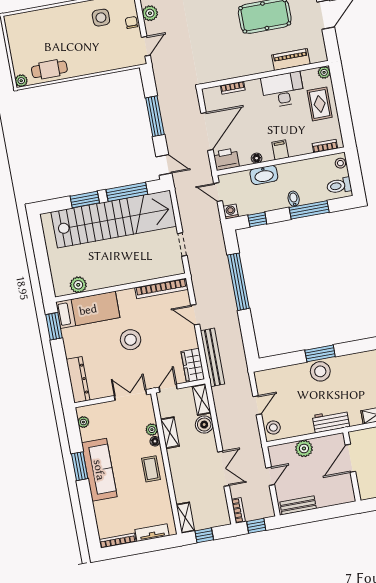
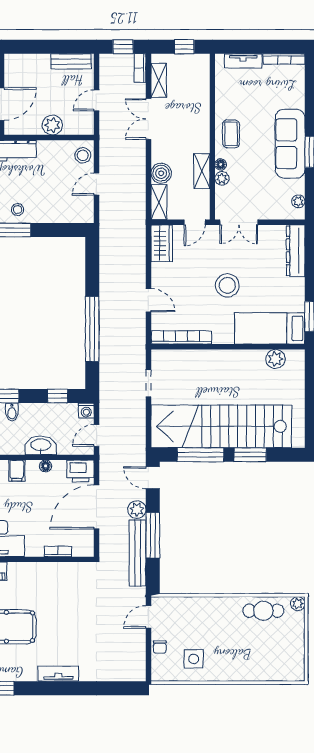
plant: (150, 13) -> (137, 510), moved
door: (218, 192) -> (97, 435), swing flipped
bench: (212, 357) -> (138, 553), moved
stool: (320, 371) -> (18, 210), width x0.53, depth x0.53
shelving: (185, 518) -> (159, 80), moved

